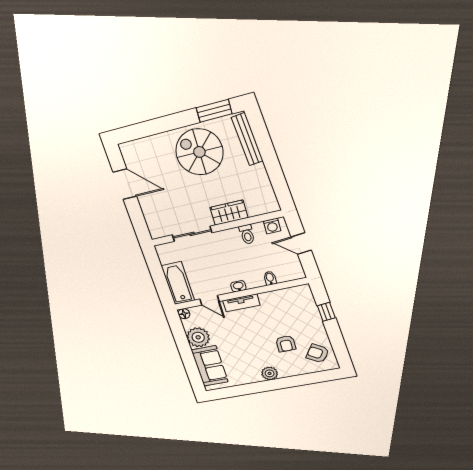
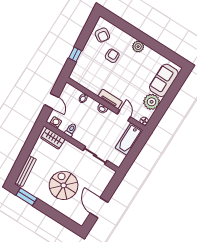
spiral stairs: (199, 152) -> (64, 185), moved, turned 180
wardrobe: (229, 213) -> (53, 138), moved

